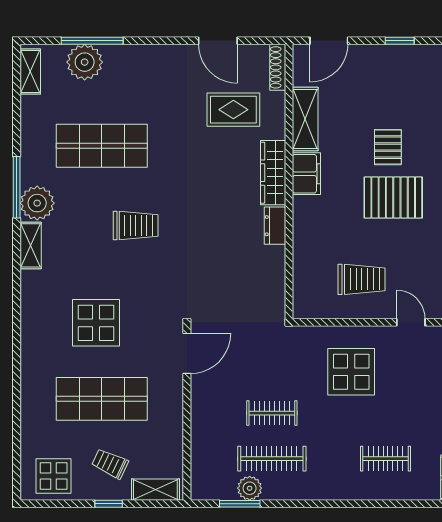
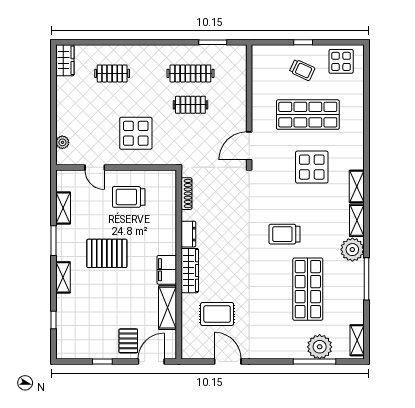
shoe rack: (278, 67) -> (186, 194), moved
shop shelf: (102, 146) -> (308, 289), turned 90
pallet: (388, 147) -> (128, 341), moved
window: (17, 187) -> (367, 279), moved
plant: (250, 488) -> (206, 53), removed
shelving: (155, 490) -> (357, 186), moved, turned 90

